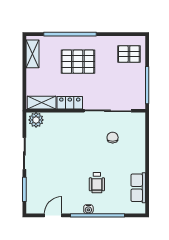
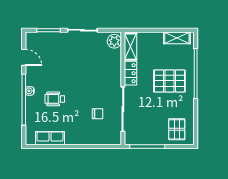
pallet: (78, 62) -> (169, 81), turned 90

